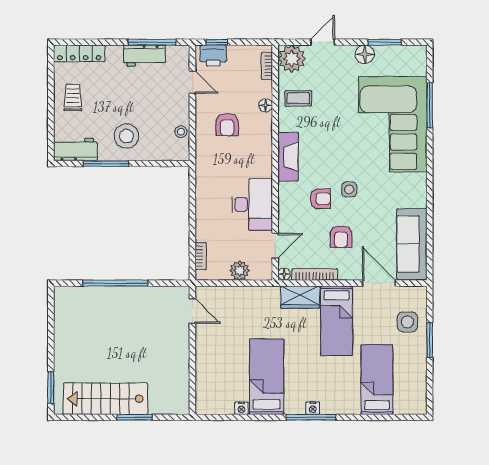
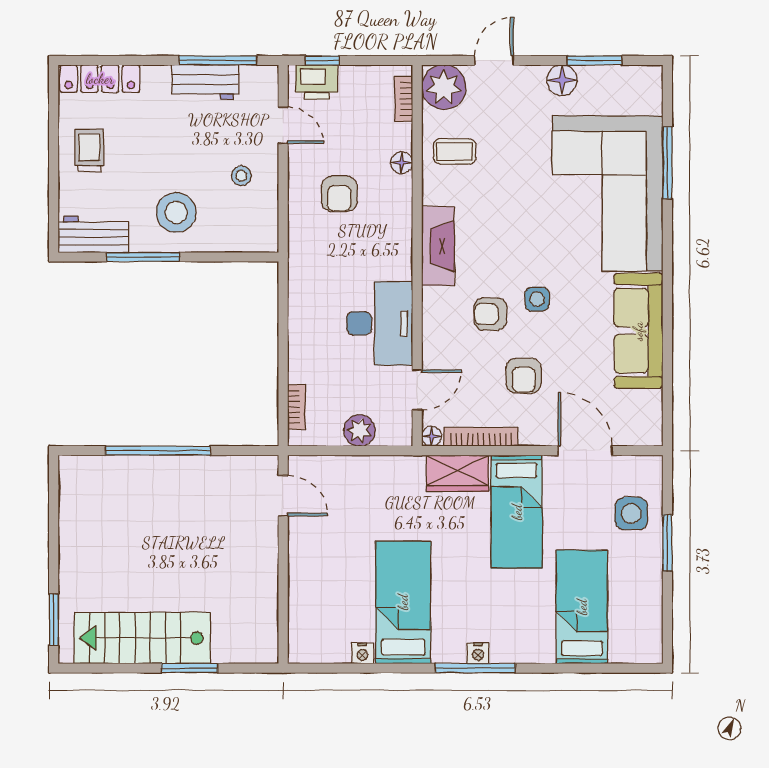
stool: (181, 132) -> (241, 176), moved
armchair: (320, 199) -> (490, 314), turned 180
sofa: (412, 244) -> (638, 331), moved

